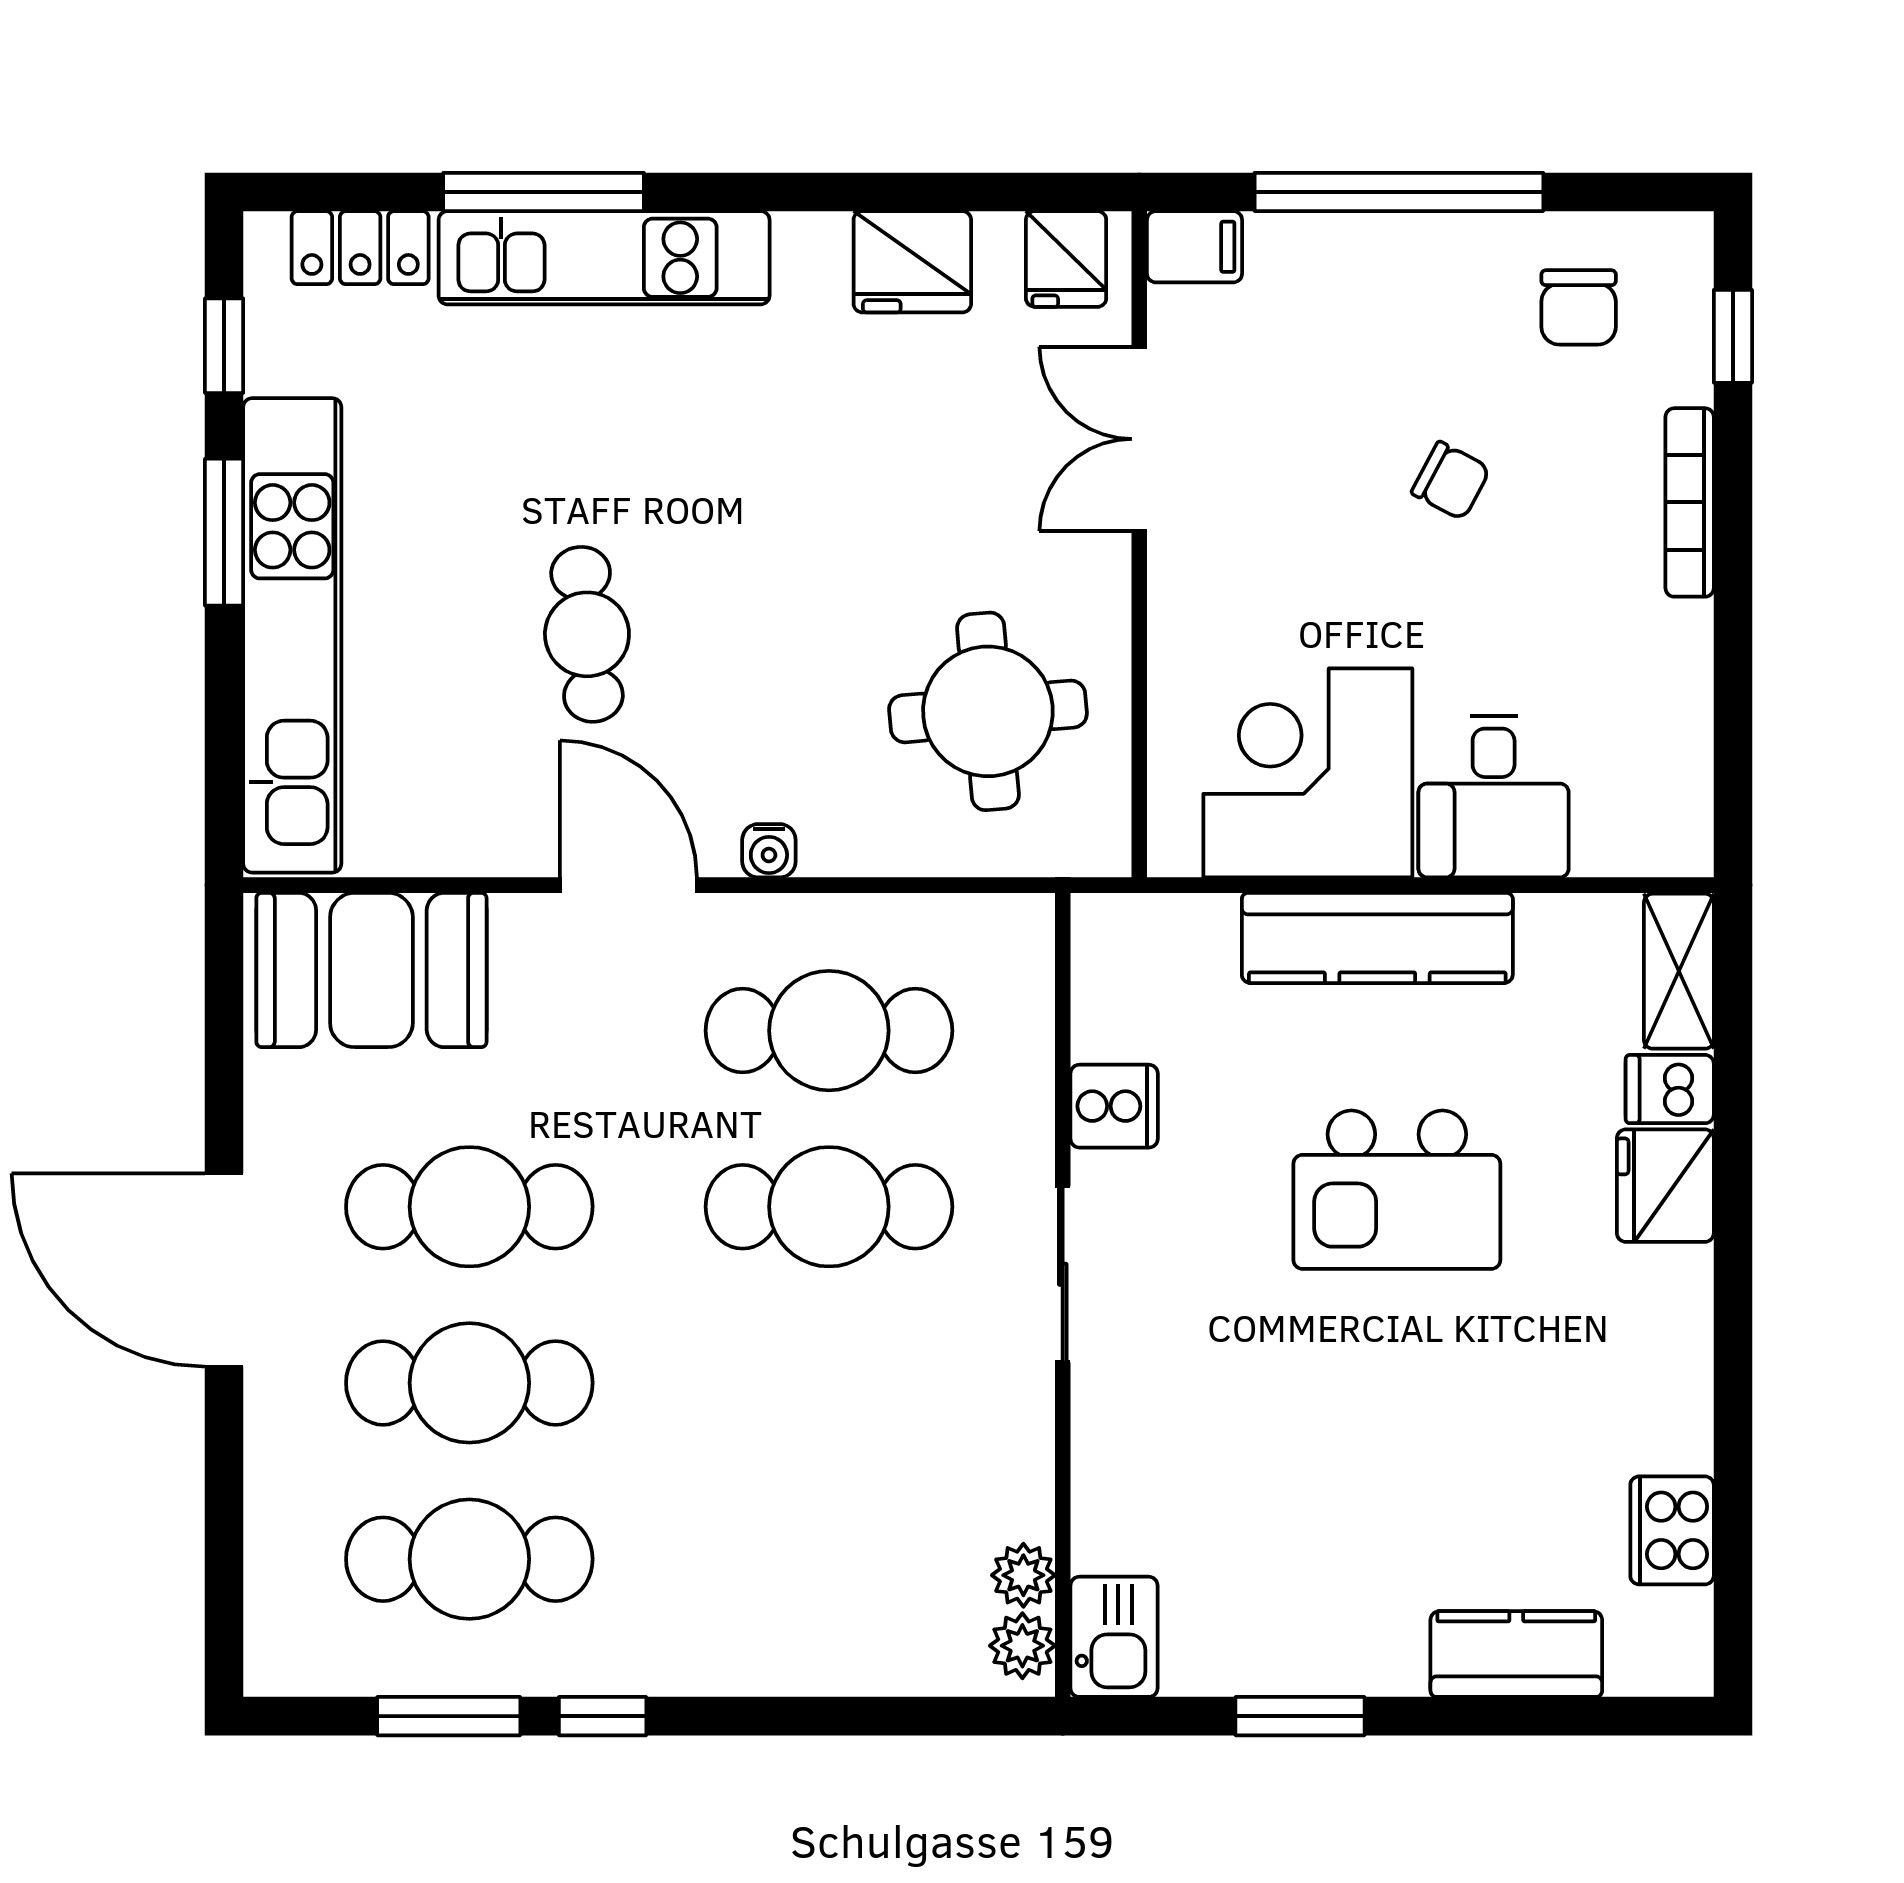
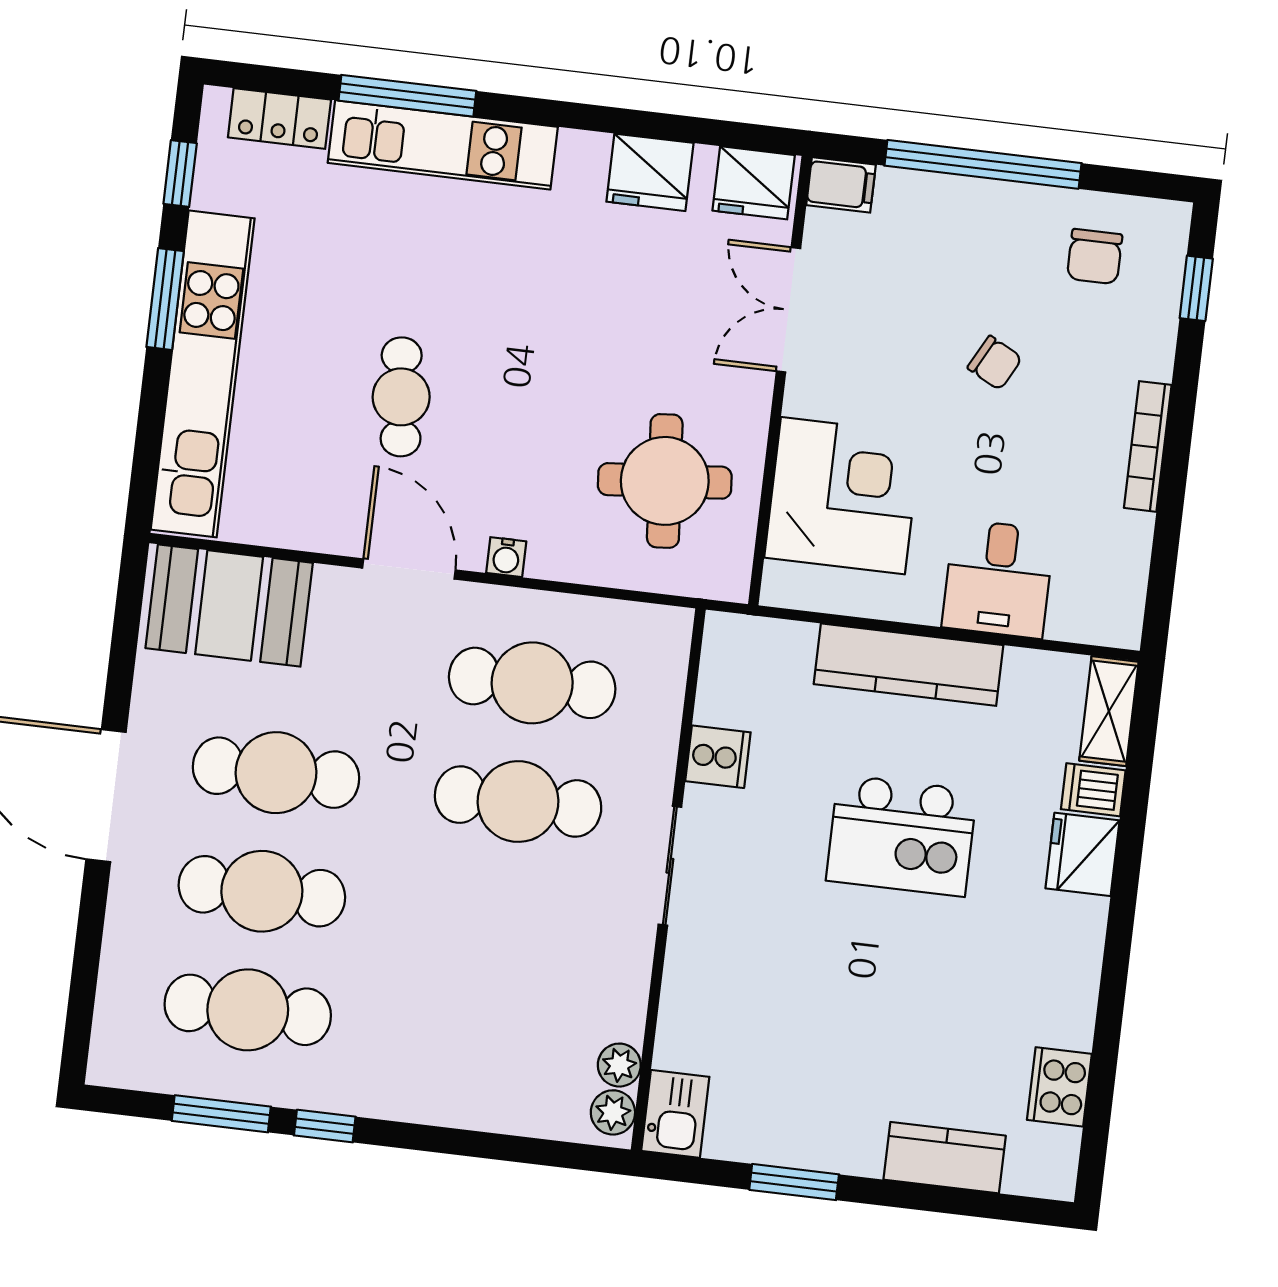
fridge: (1066, 259) -> (754, 183), width x1.38
bookcase: (1690, 502) -> (1148, 446), moved
corner desk: (1308, 773) -> (843, 496), moved, turned 90

